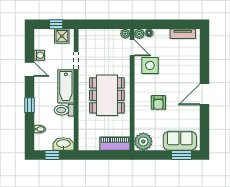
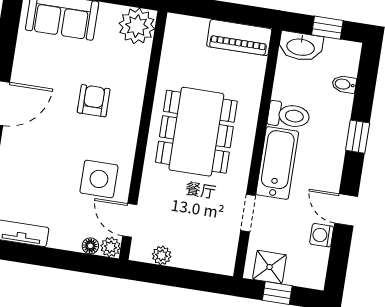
plant: (125, 34) -> (162, 255), moved
piano: (115, 144) -> (239, 38), moved

